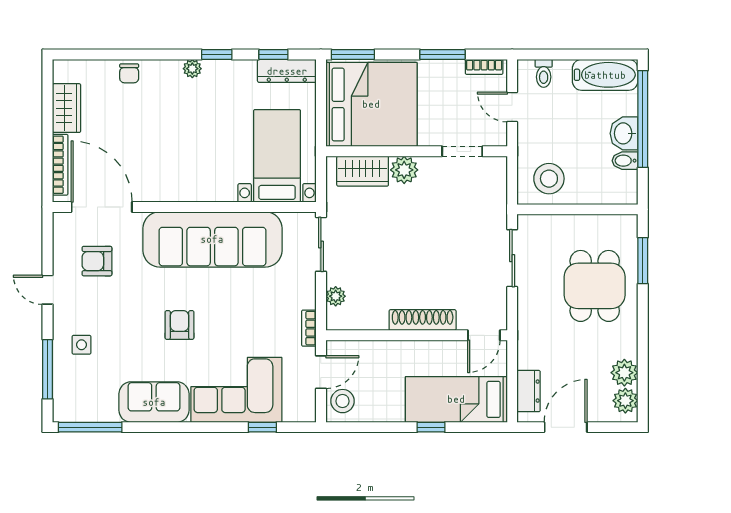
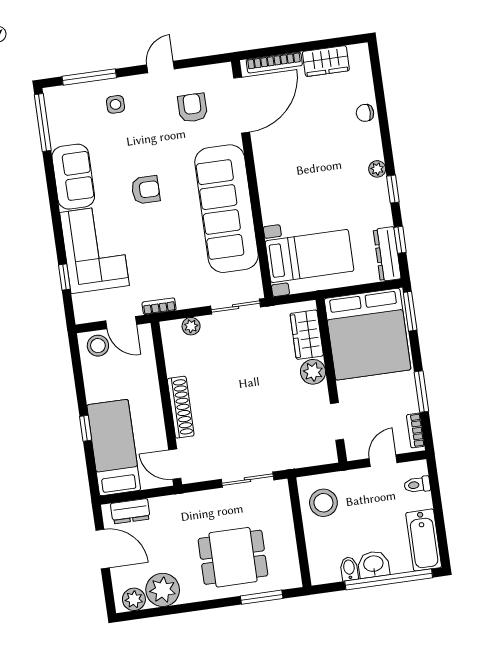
plant: (624, 373) -> (163, 590), width x1.36, depth x1.36

